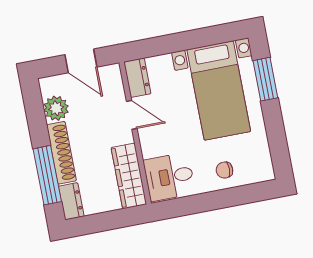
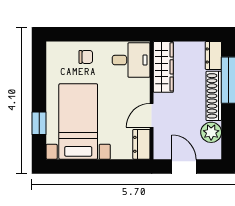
window: (265, 79) -> (39, 123), width x0.67
door: (132, 115) -> (152, 115), hinge flipped

